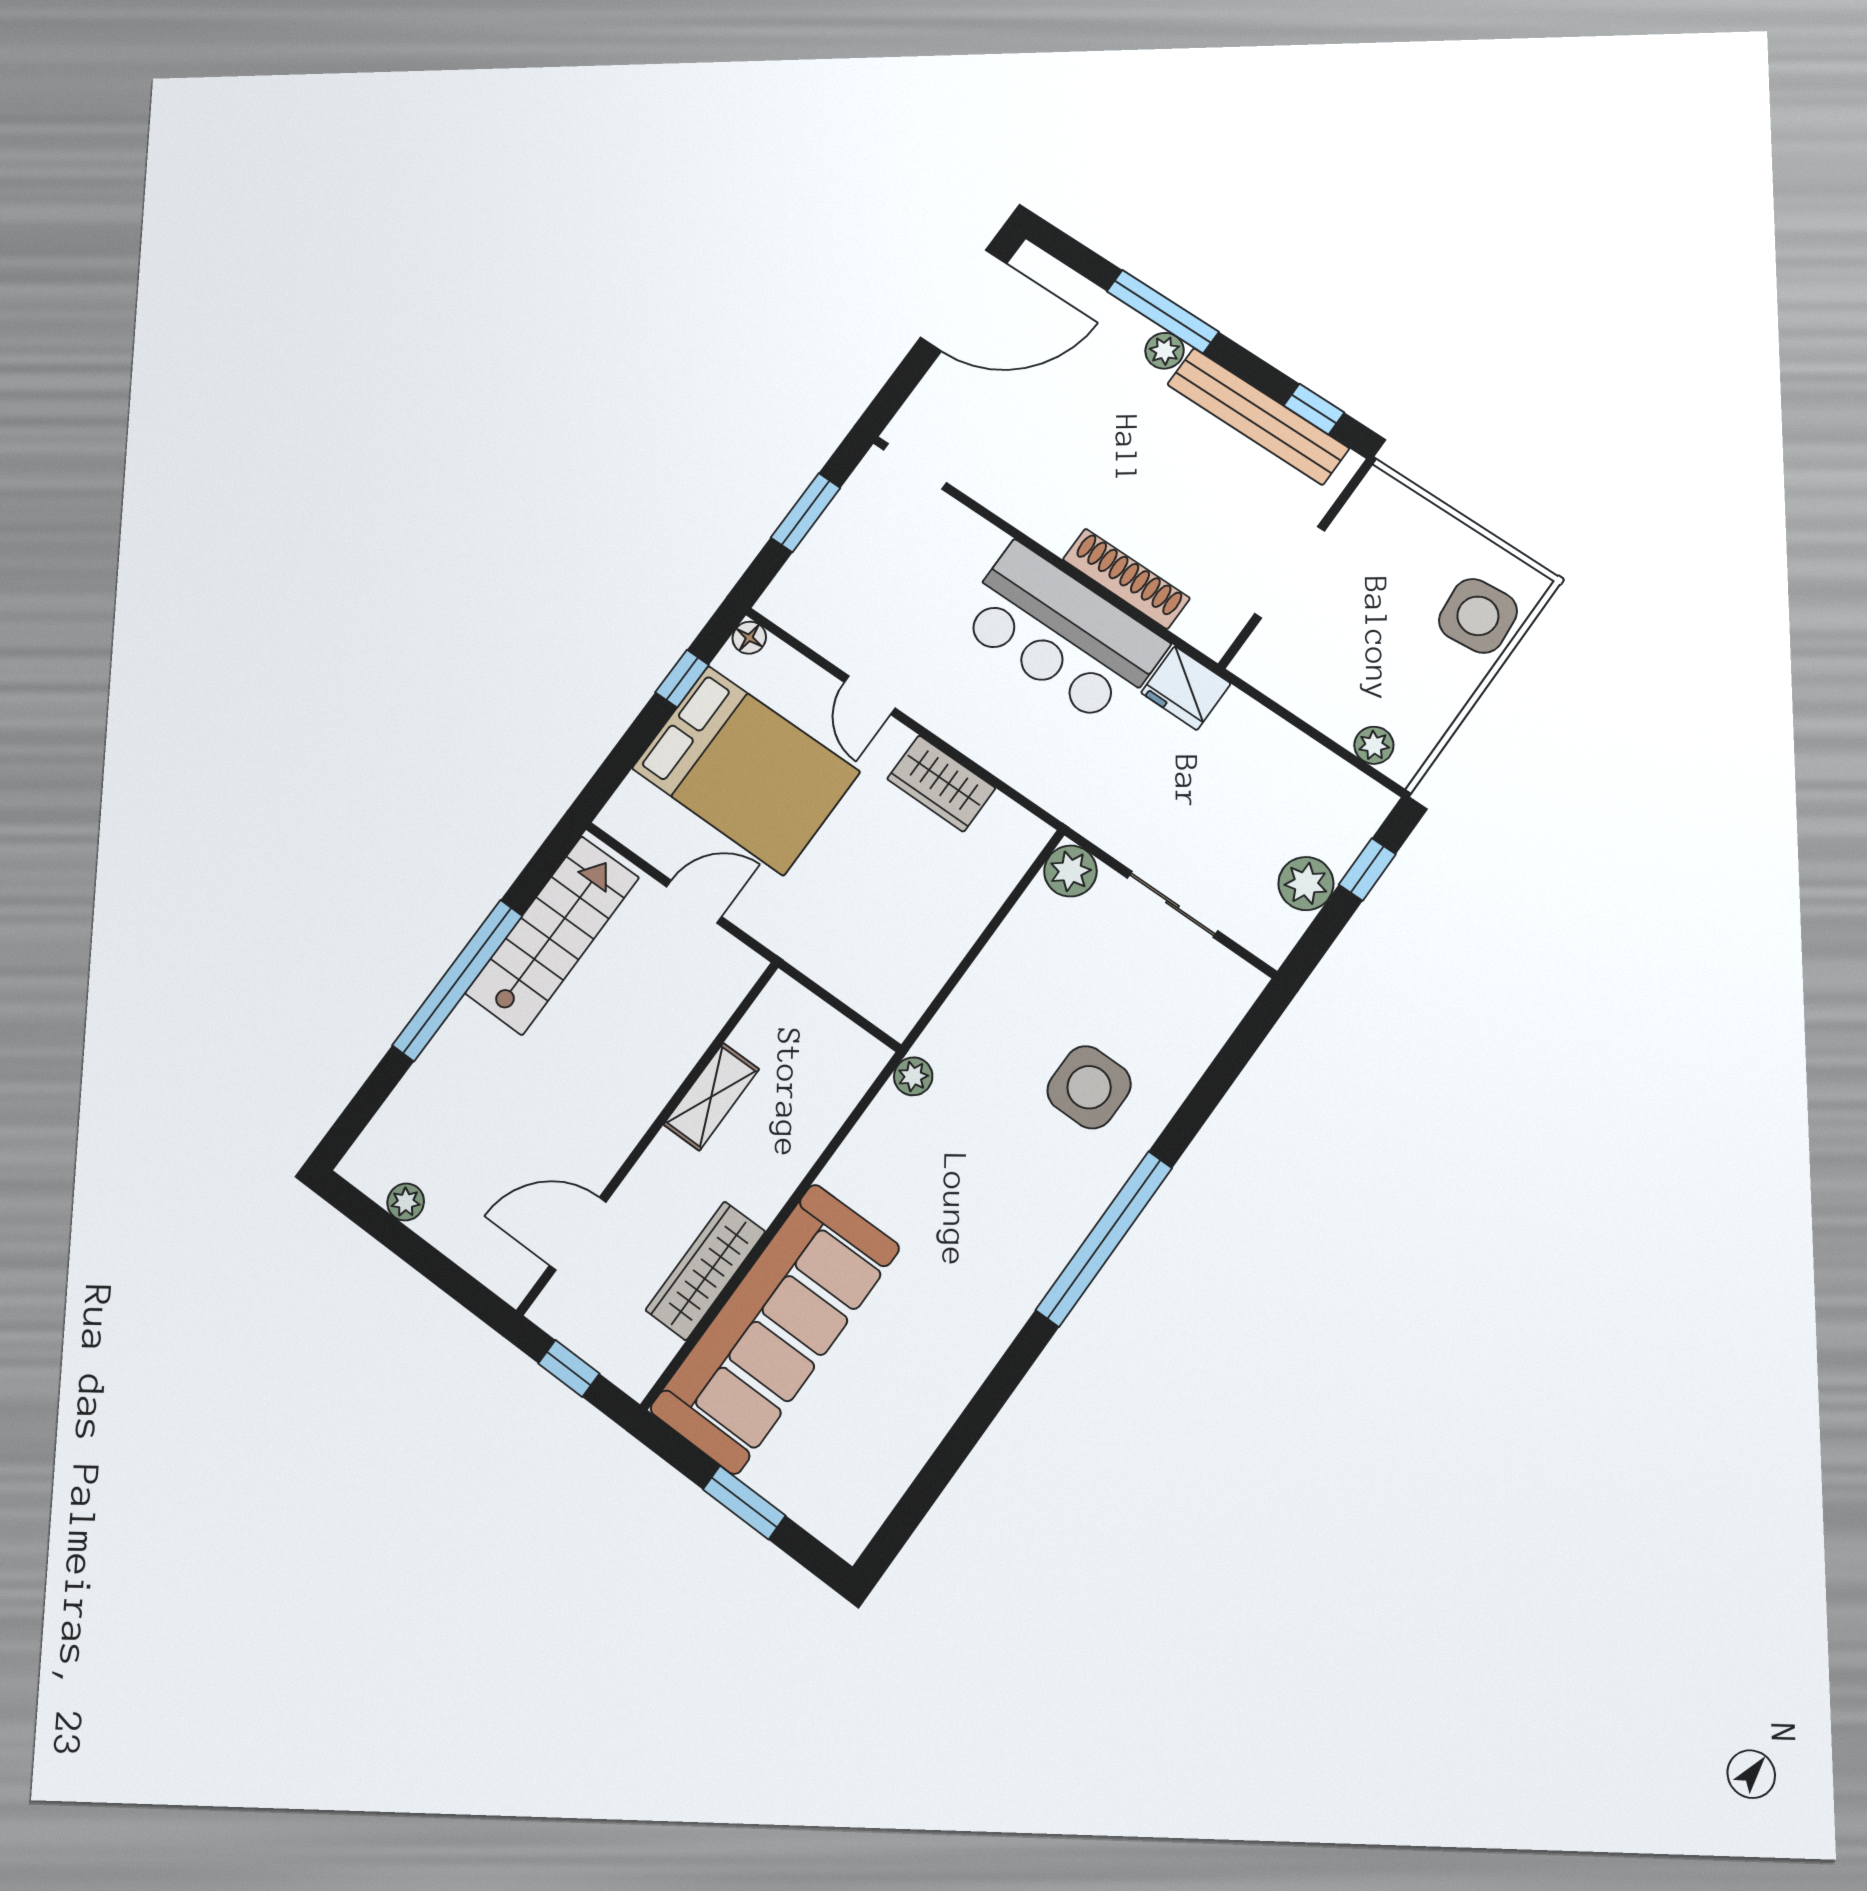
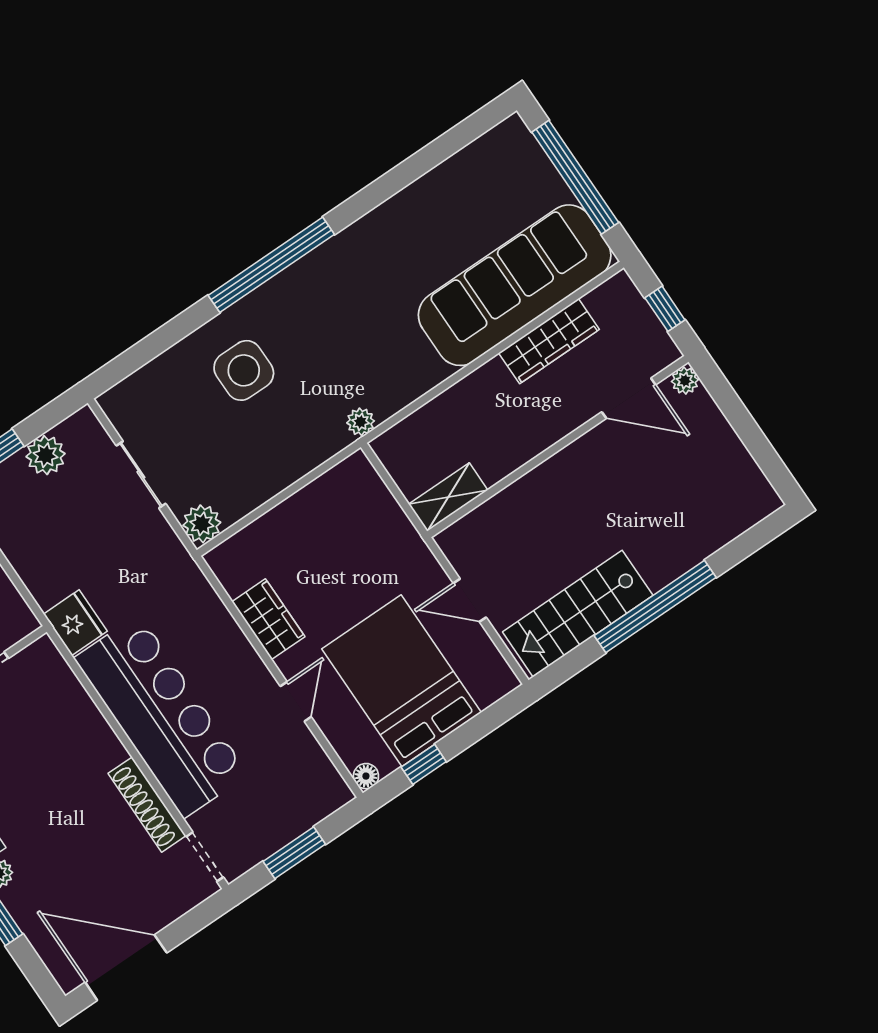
shoe rack: (1126, 579) -> (147, 805), moved
bar counter: (1061, 633) -> (161, 716), width x1.36
shelving: (711, 1097) -> (448, 497), moved
plant: (406, 1202) -> (685, 381), moved
window: (744, 1502) -> (575, 177), width x2.11

